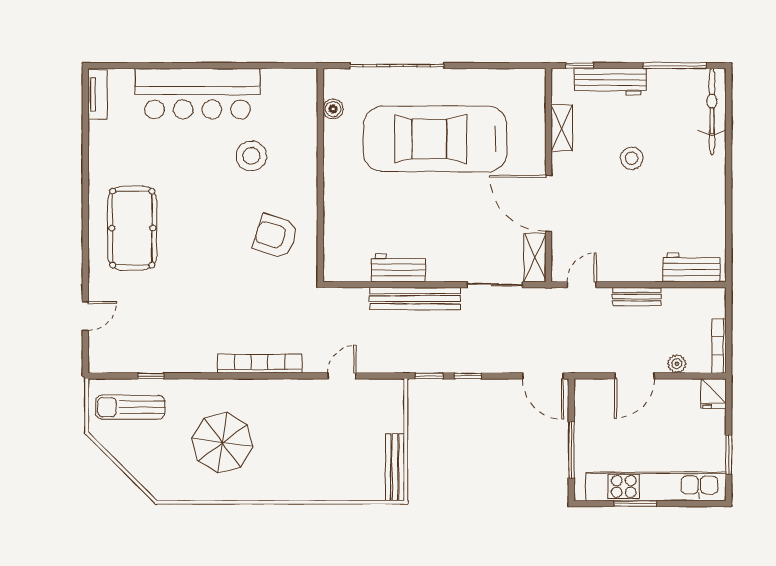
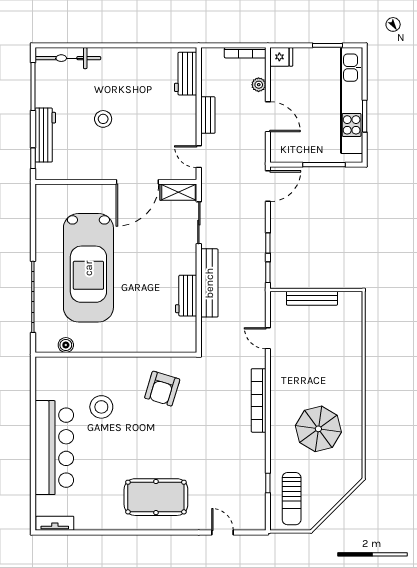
shelving: (562, 128) -> (80, 172), removed
bench: (395, 467) -> (312, 298), moved

